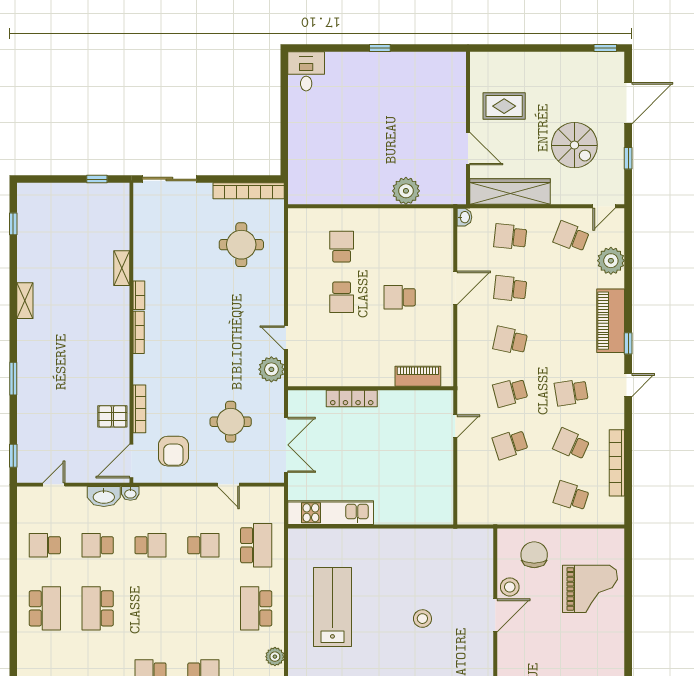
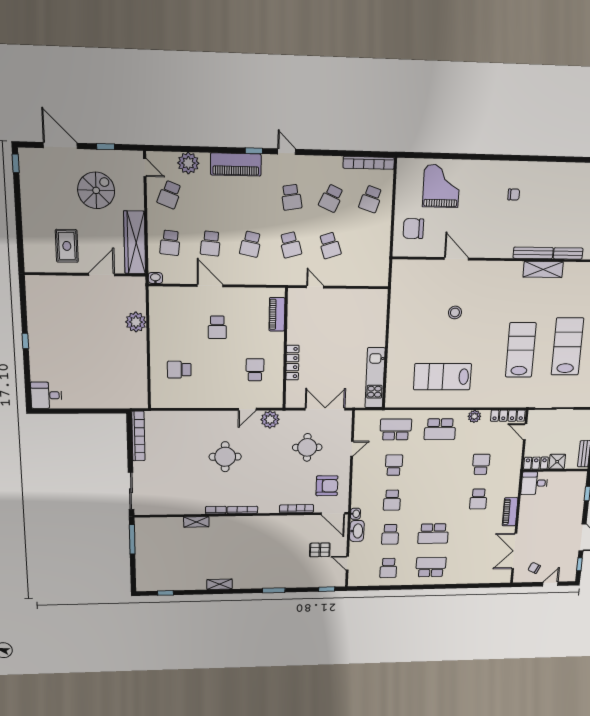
window: (97, 179) -> (132, 539), width x2.17
round table: (241, 245) -> (225, 457), moved
school desk: (342, 297) -> (255, 370), moved, turned -90
pallet: (112, 416) -> (320, 550), moved, turned 90
bookcase: (617, 463) -> (369, 163), moved
school desk: (151, 545) -> (392, 500), turned 180
stool: (510, 587) -> (436, 248), removed

